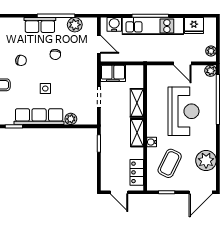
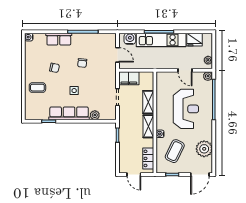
row of seats: (40, 25) -> (59, 39), moved
plant: (75, 25) -> (98, 39), removed

